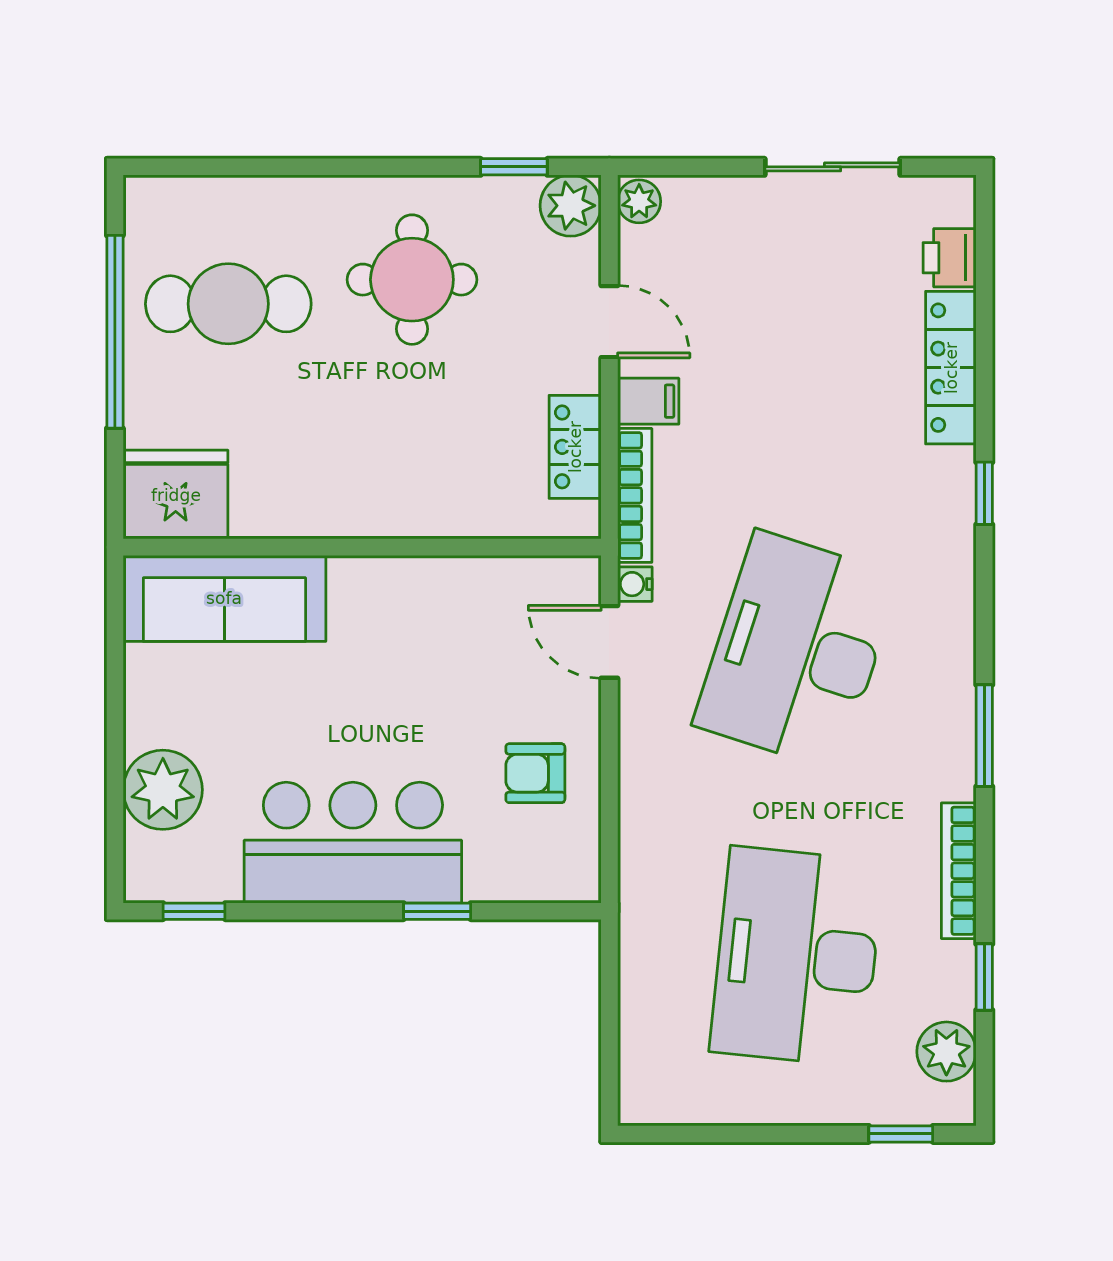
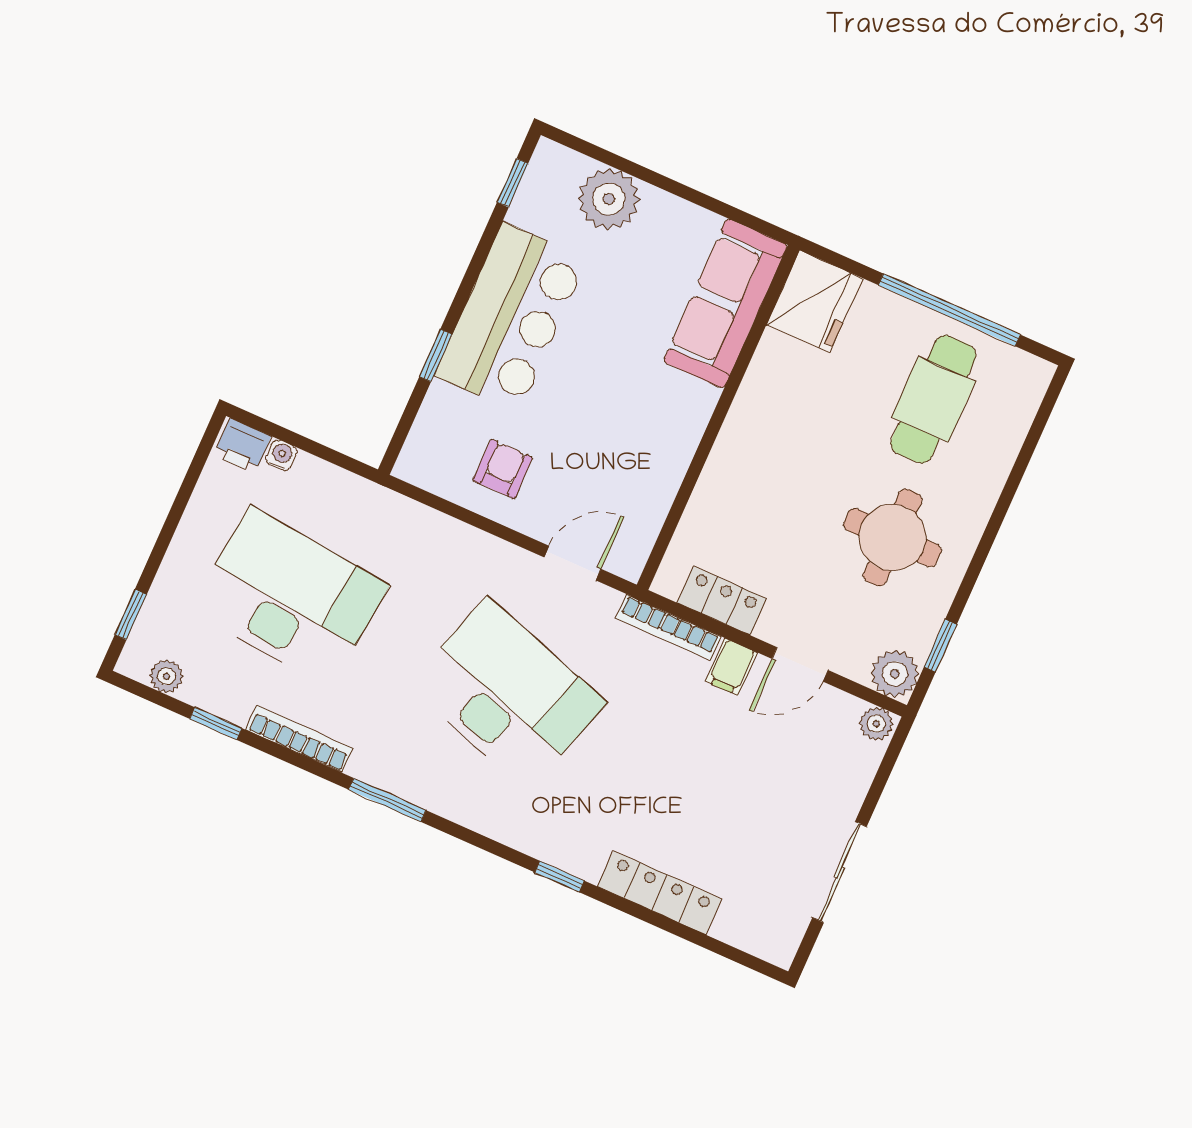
printer: (950, 258) -> (242, 446), moved, turned 180
water cooler: (635, 584) -> (281, 455), moved
plant: (946, 1052) -> (166, 676), width x0.73, depth x0.73

